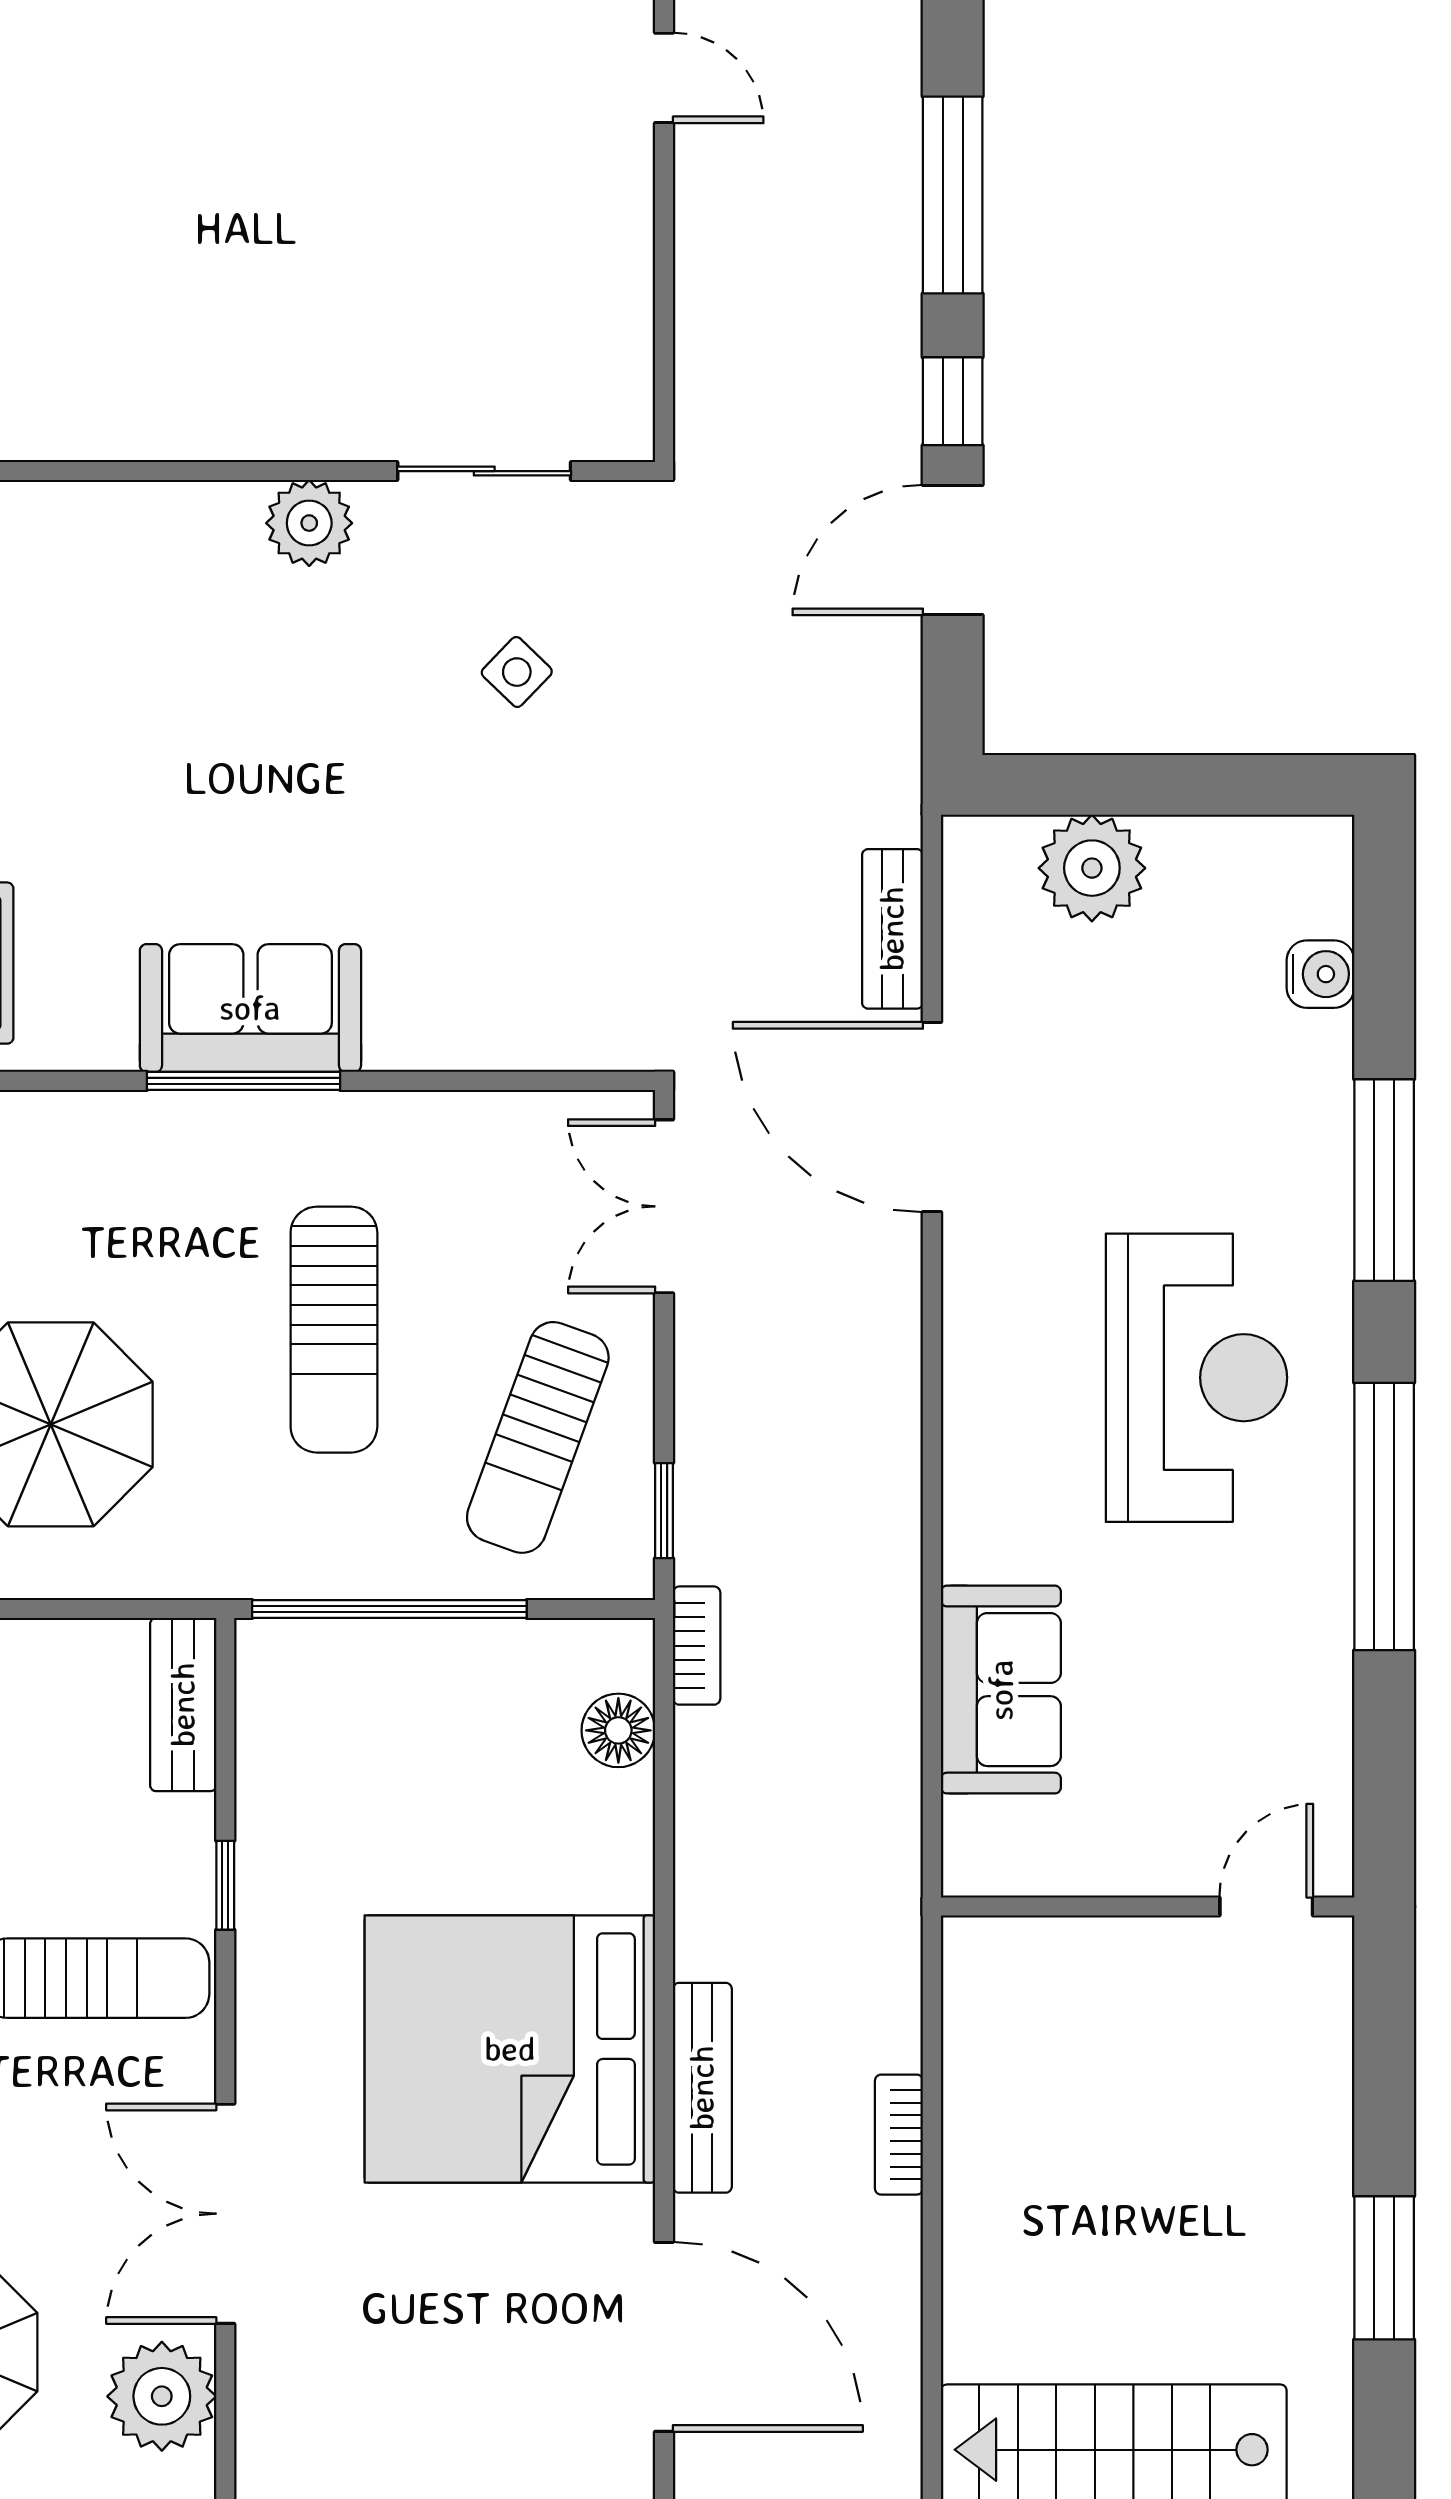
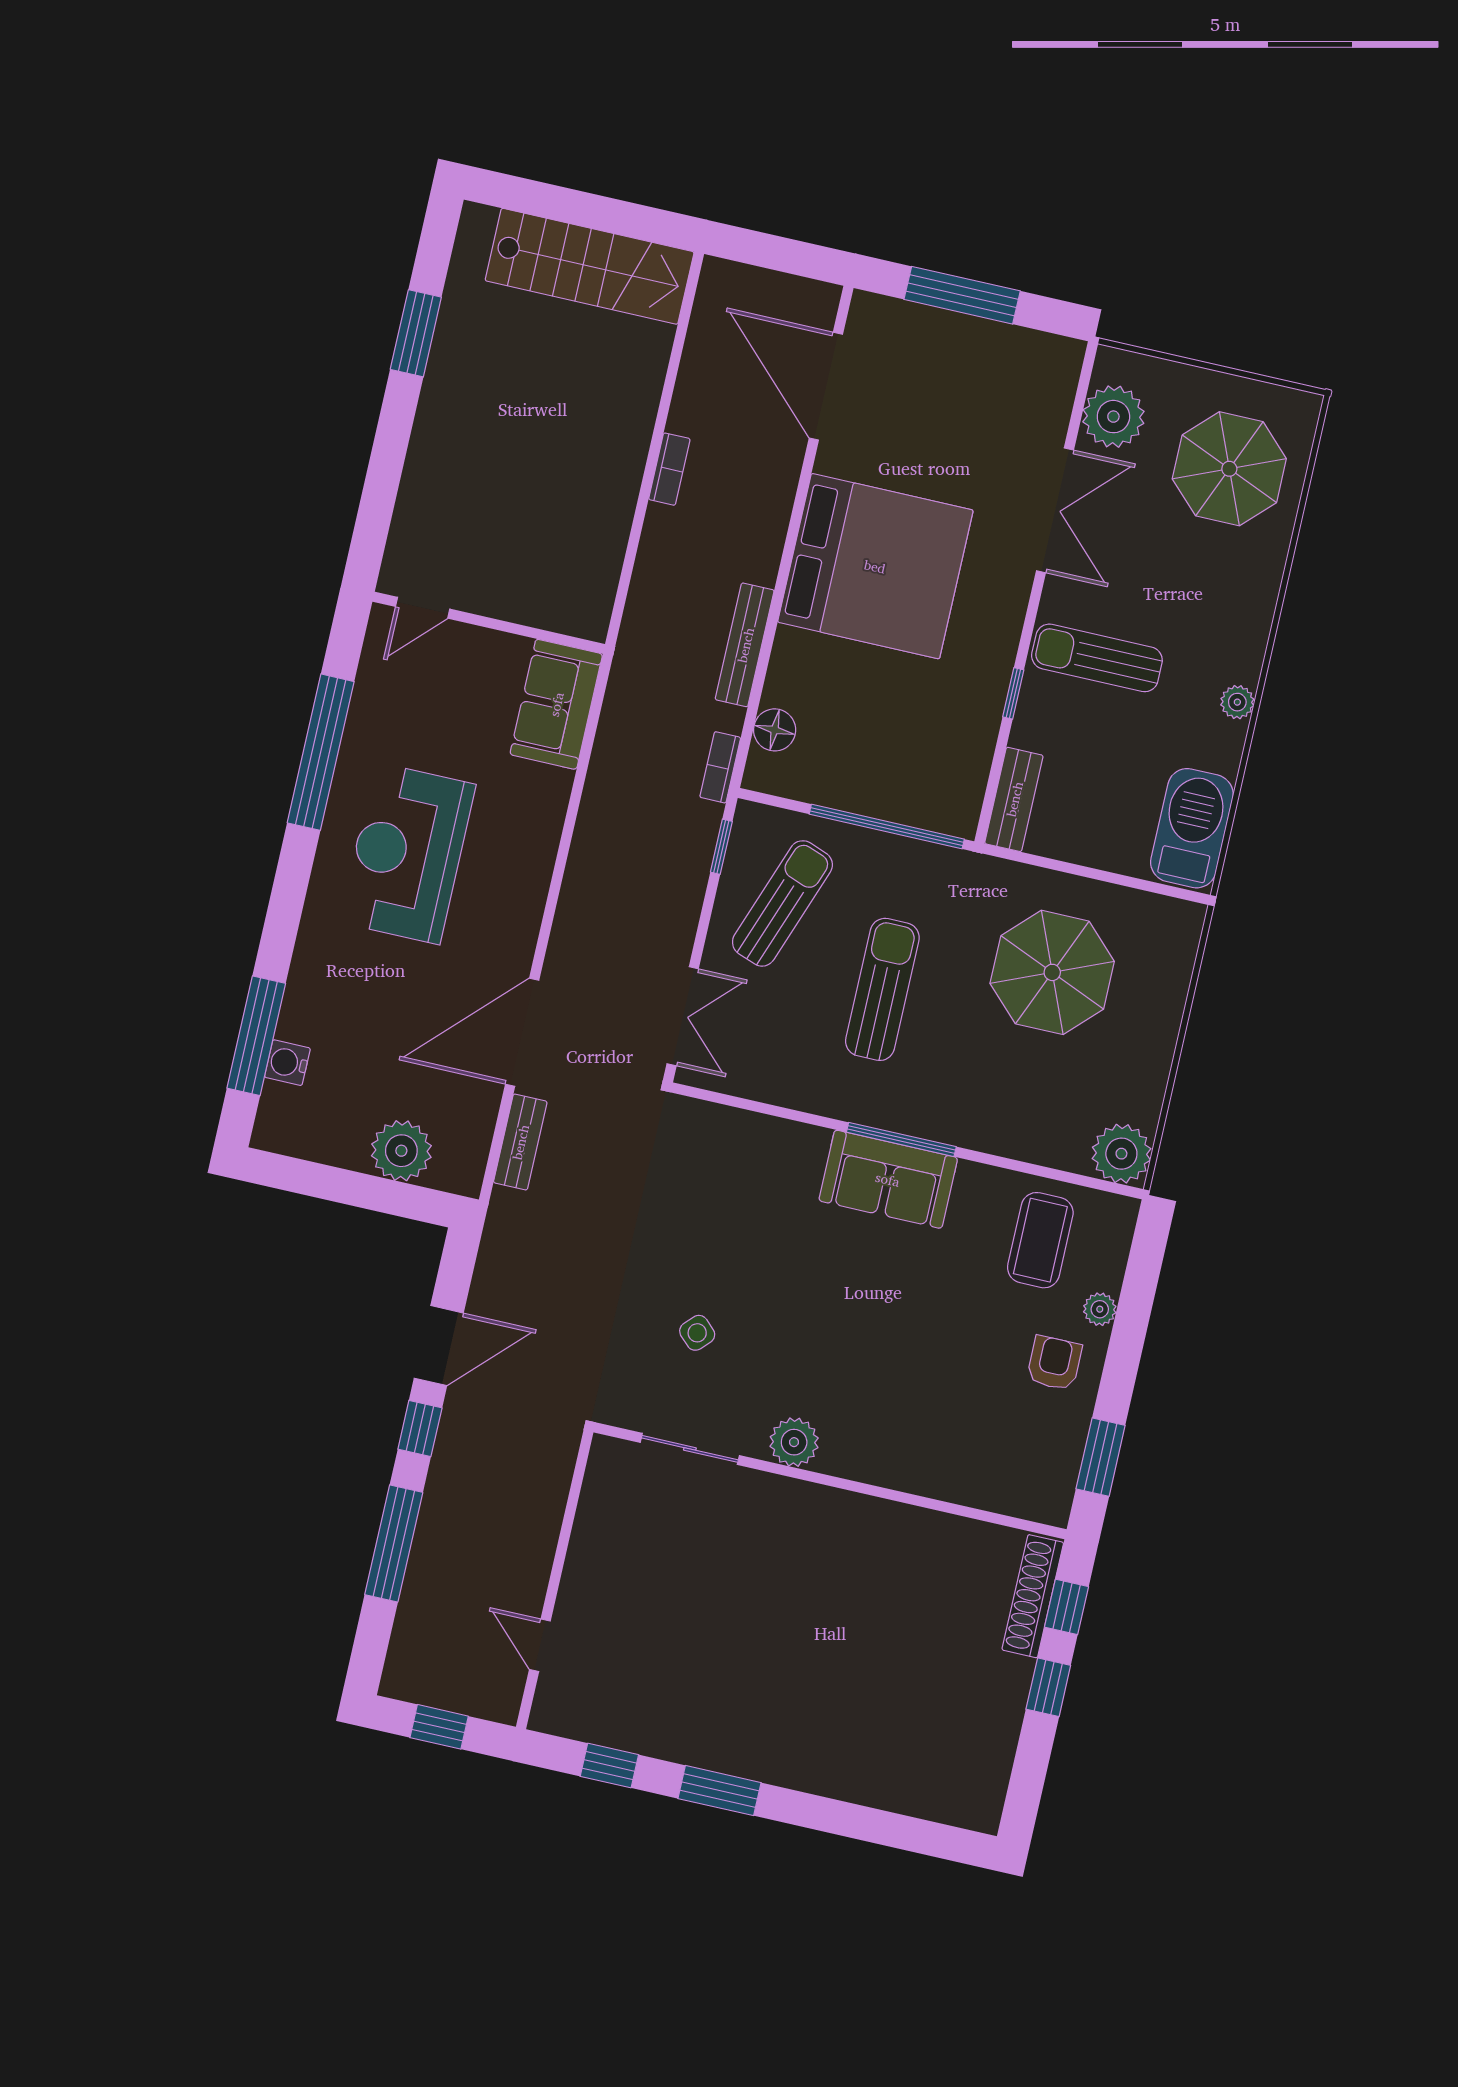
door: (932, 1117) -> (522, 1032), swing flipped
window: (1384, 1180) -> (256, 1036), moved
wall: (1148, 1907) -> (489, 623), moved
door: (1266, 1907) -> (423, 608), moved
bench: (702, 2088) -> (745, 645), moved

